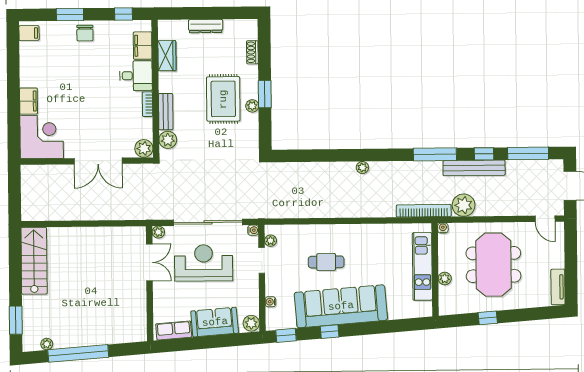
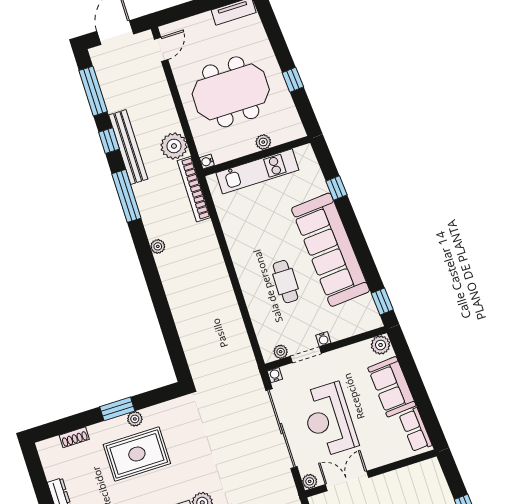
plant: (362, 167) -> (158, 246), moved
water cooler: (270, 302) -> (323, 339), moved
window: (330, 332) -> (336, 188), moved

